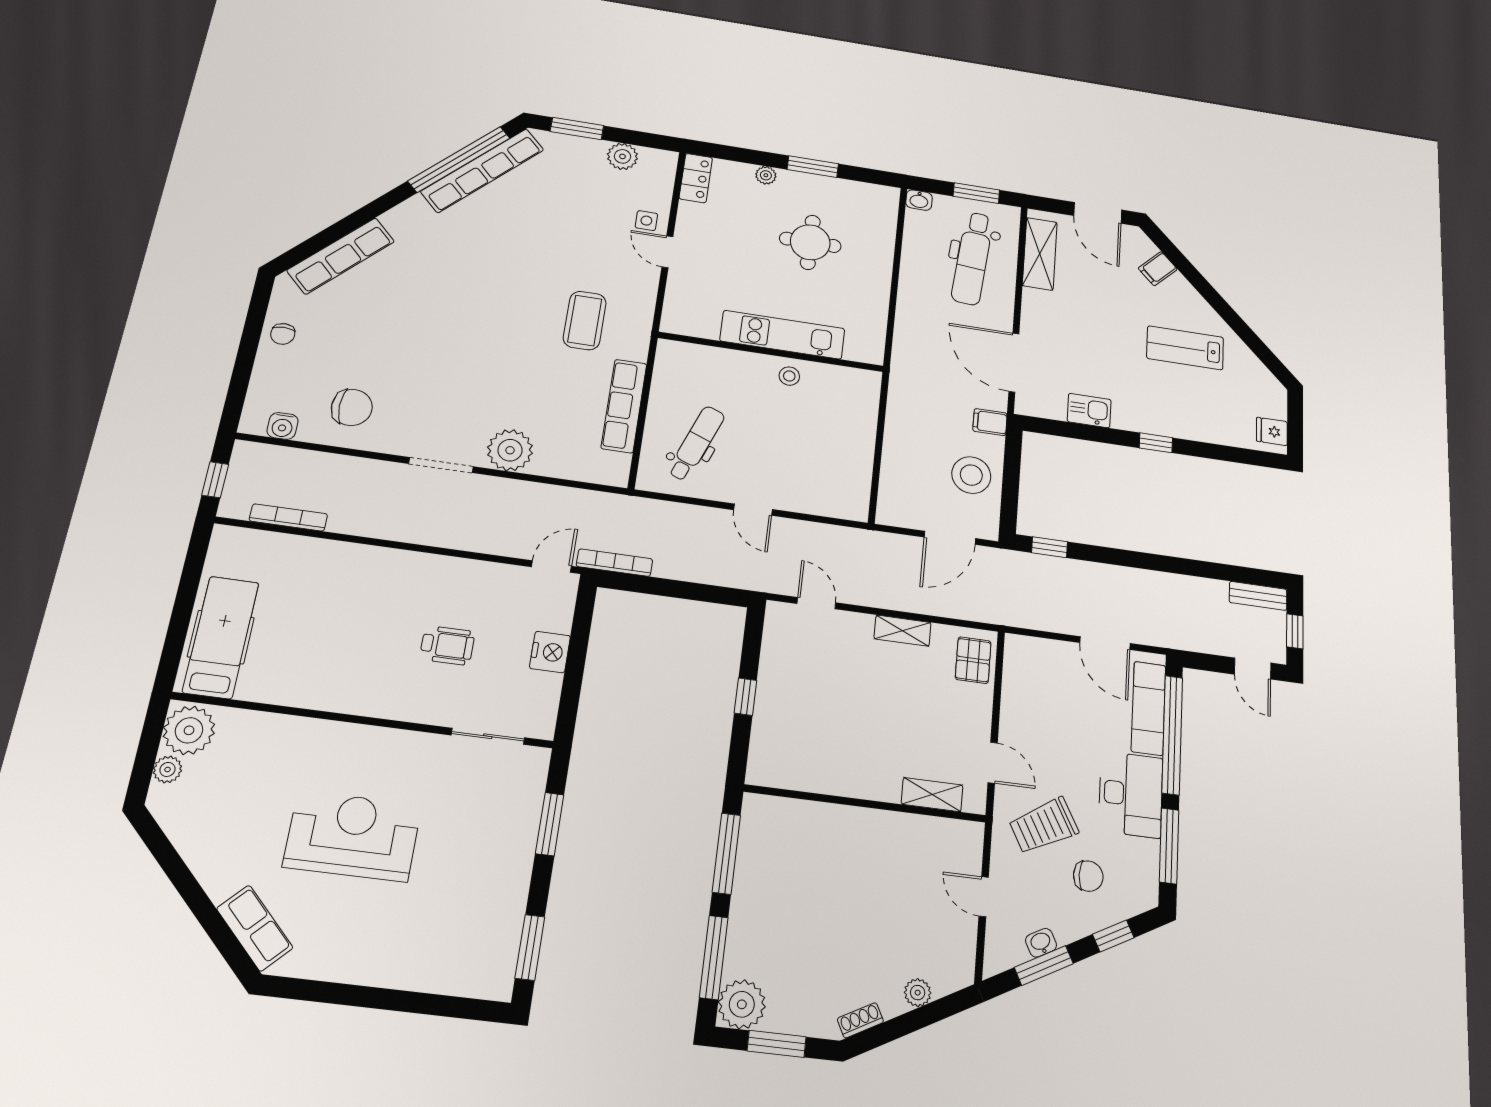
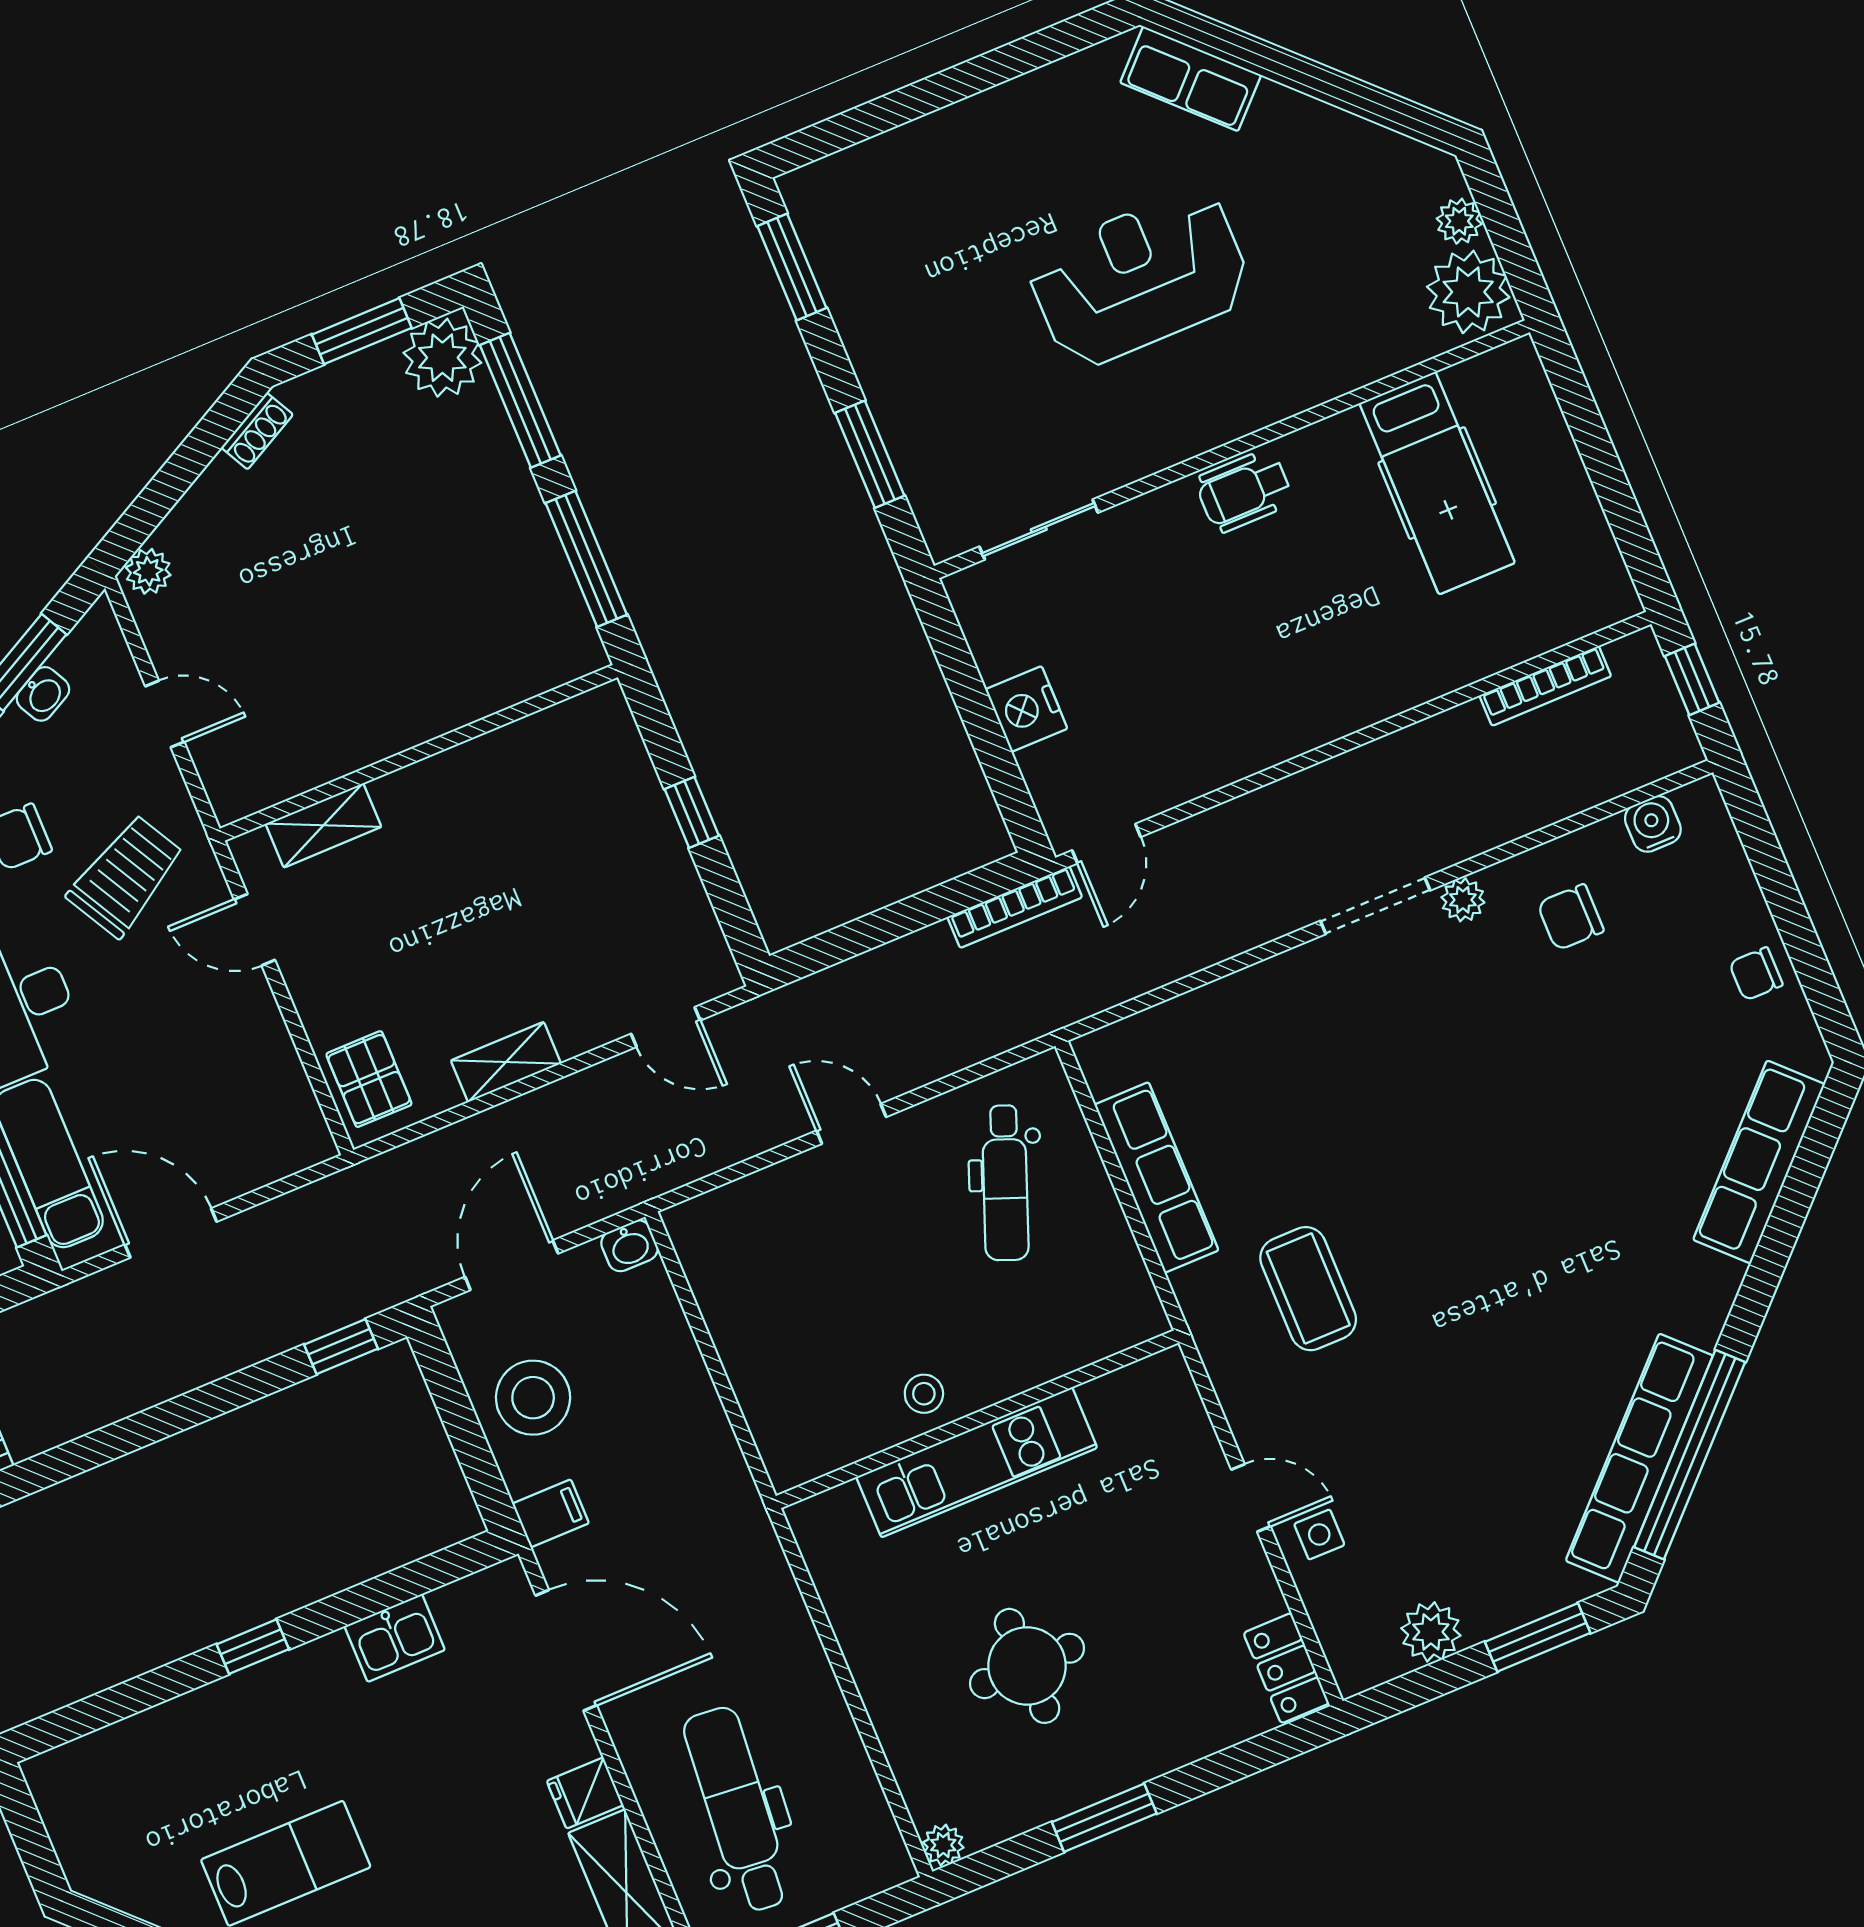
plant: (766, 175) -> (943, 1845), moved
washbasin: (919, 200) -> (629, 1246), moved, turned 180
chair: (283, 334) -> (1756, 974), turned -90
chair: (352, 407) -> (1571, 917), width x0.73, depth x0.73
fridge: (1272, 431) -> (585, 1793), moved, turned 180
plant: (510, 450) -> (1463, 900), moved, width x0.53, depth x0.53
hospital bed: (221, 637) -> (1437, 483), moved
wheelchair: (447, 645) -> (1244, 491), moved
reception desk: (353, 836) -> (1140, 278), turned 180
plant: (918, 993) -> (148, 571), moved

